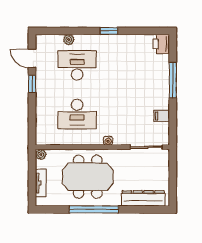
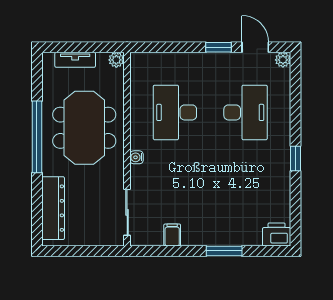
plant: (69, 40) -> (283, 60), moved
door: (32, 59) -> (255, 47), hinge flipped
window: (173, 80) -> (224, 251), width x0.69

